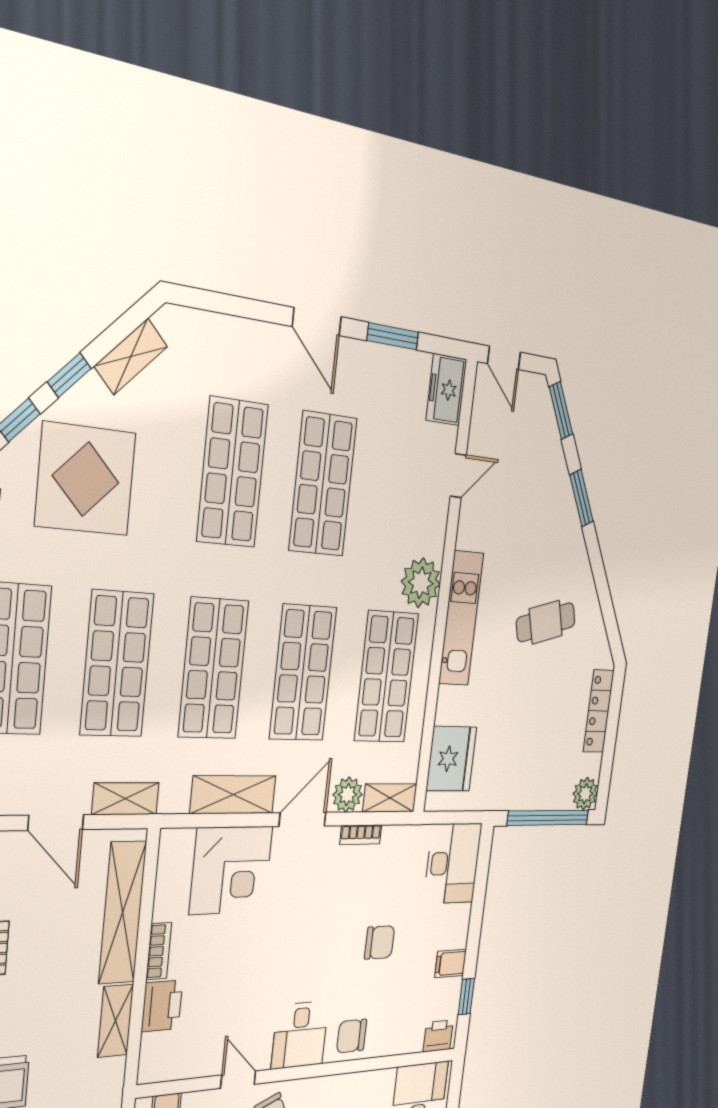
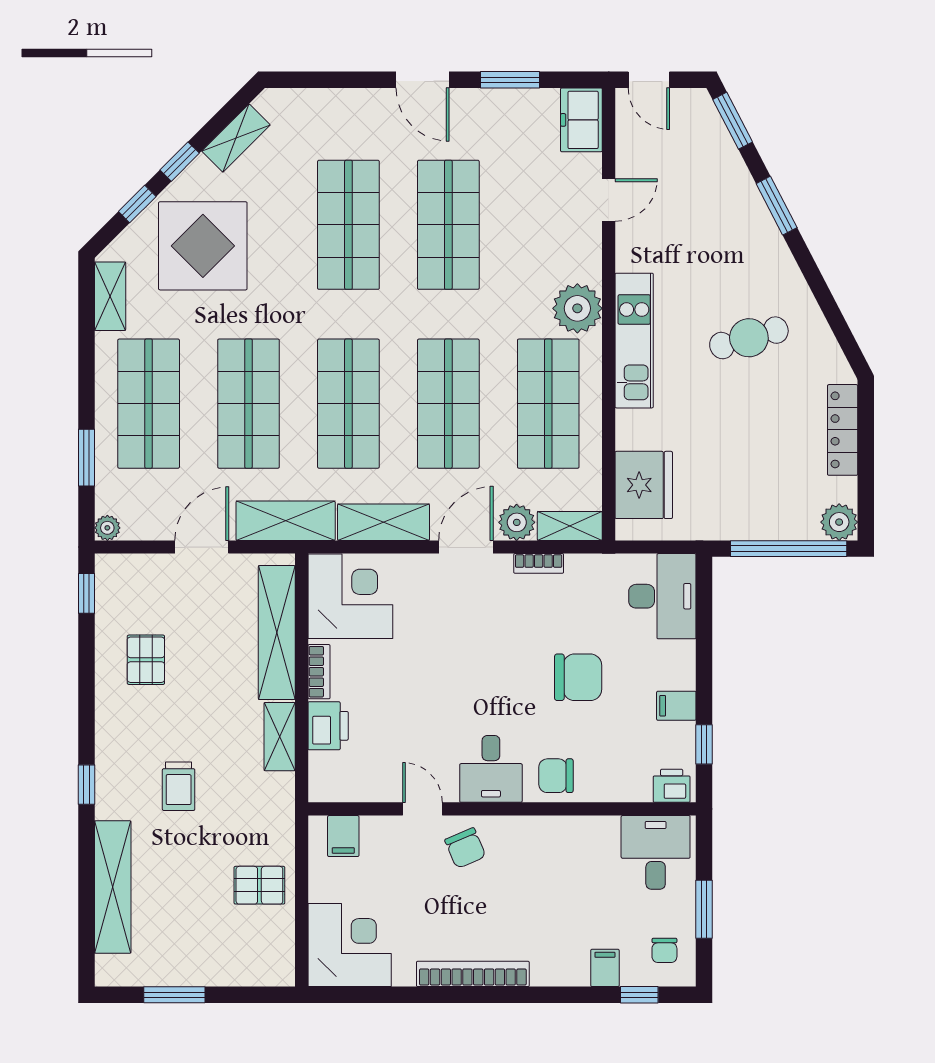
shelving: (125, 799) -> (286, 521), width x1.50, depth x1.33
door: (56, 822) -> (202, 547), swing flipped
corner desk: (231, 870) -> (350, 596), moved, turned -90
chair: (380, 942) -> (578, 677), width x1.37, depth x1.37

